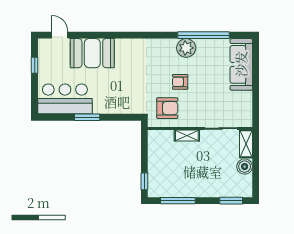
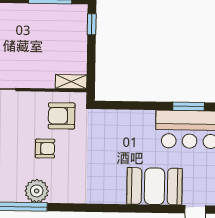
window: (87, 117) -> (189, 106), moved
shelving: (187, 135) -> (71, 82), moved

